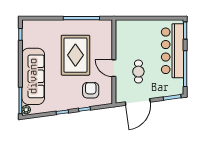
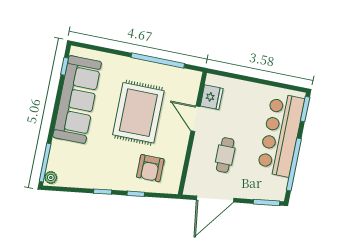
fridge: (122, 35) -> (212, 97), added
door: (114, 68) -> (195, 119), moved
sofa: (33, 76) -> (77, 100), moved
armchair: (91, 90) -> (150, 168), turned 180

